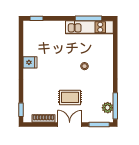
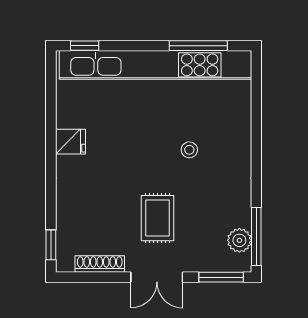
kitchen unit: (89, 27) -> (155, 65), width x1.86
rug: (70, 97) -> (158, 218), turned 90
double door: (70, 125) -> (157, 277), swing flipped

